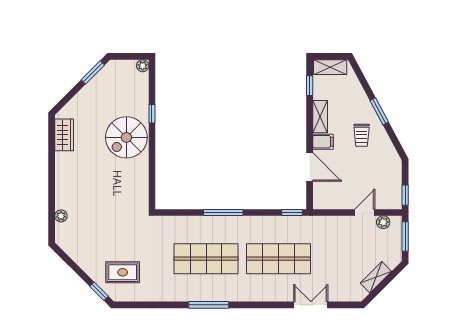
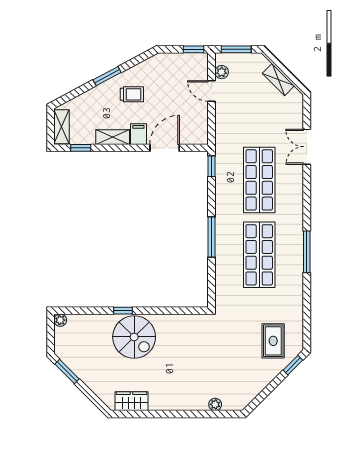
window: (152, 114) -> (123, 311), moved

